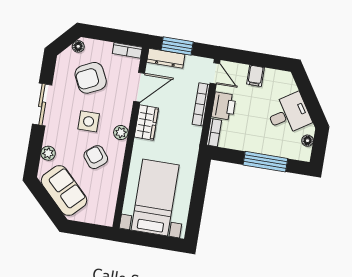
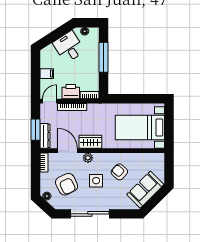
sliding door: (42, 104) -> (90, 214), width x1.37
plant: (121, 133) -> (88, 158), moved
plant: (48, 153) -> (122, 204), removed
armchair: (96, 157) -> (119, 172), turned 80

